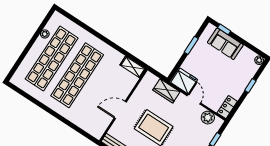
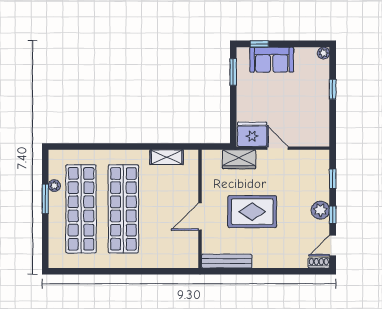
window: (34, 38) -> (45, 199), added
window: (191, 45) -> (233, 72), moved
shelving: (133, 67) -> (167, 157), moved
locker: (227, 107) -> (322, 132), removed
plant: (208, 118) -> (307, 159), removed

